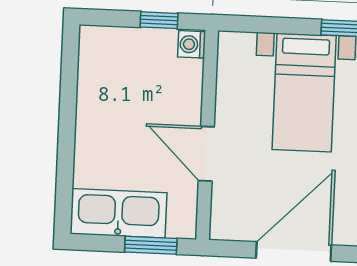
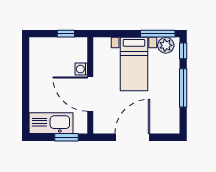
washing machine: (192, 44) -> (81, 69), moved
door: (206, 154) -> (90, 94), width x1.36

